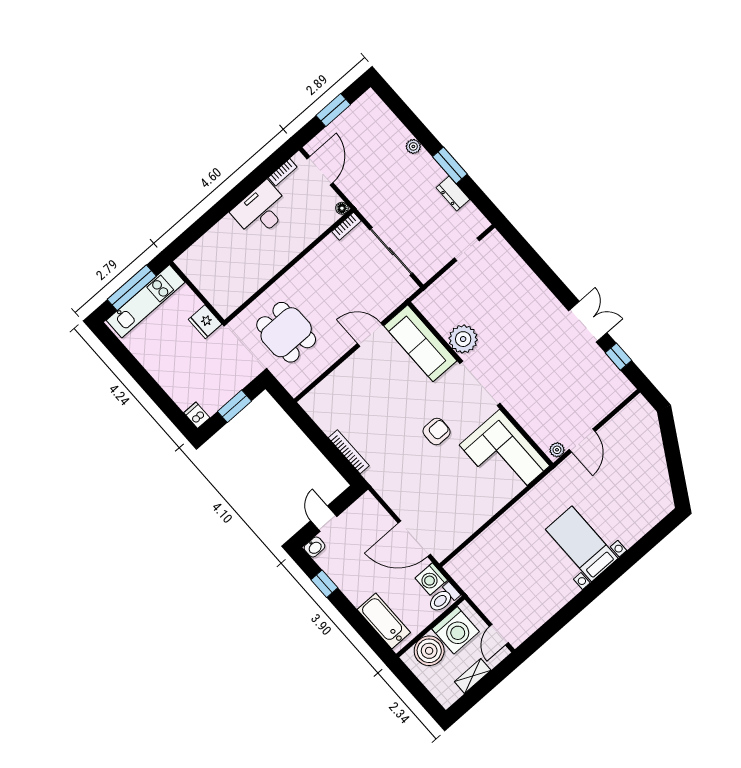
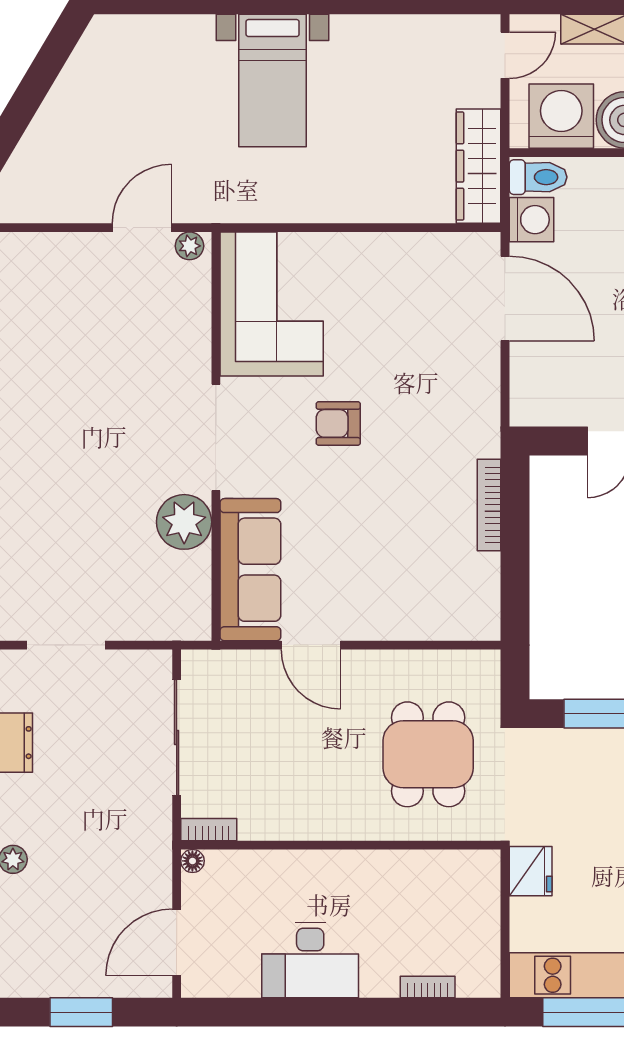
bookcase: (283, 172) -> (428, 987), moved
doorway: (467, 249) -> (66, 645), width x1.38
wardrobe: (471, 582) -> (479, 166), added

